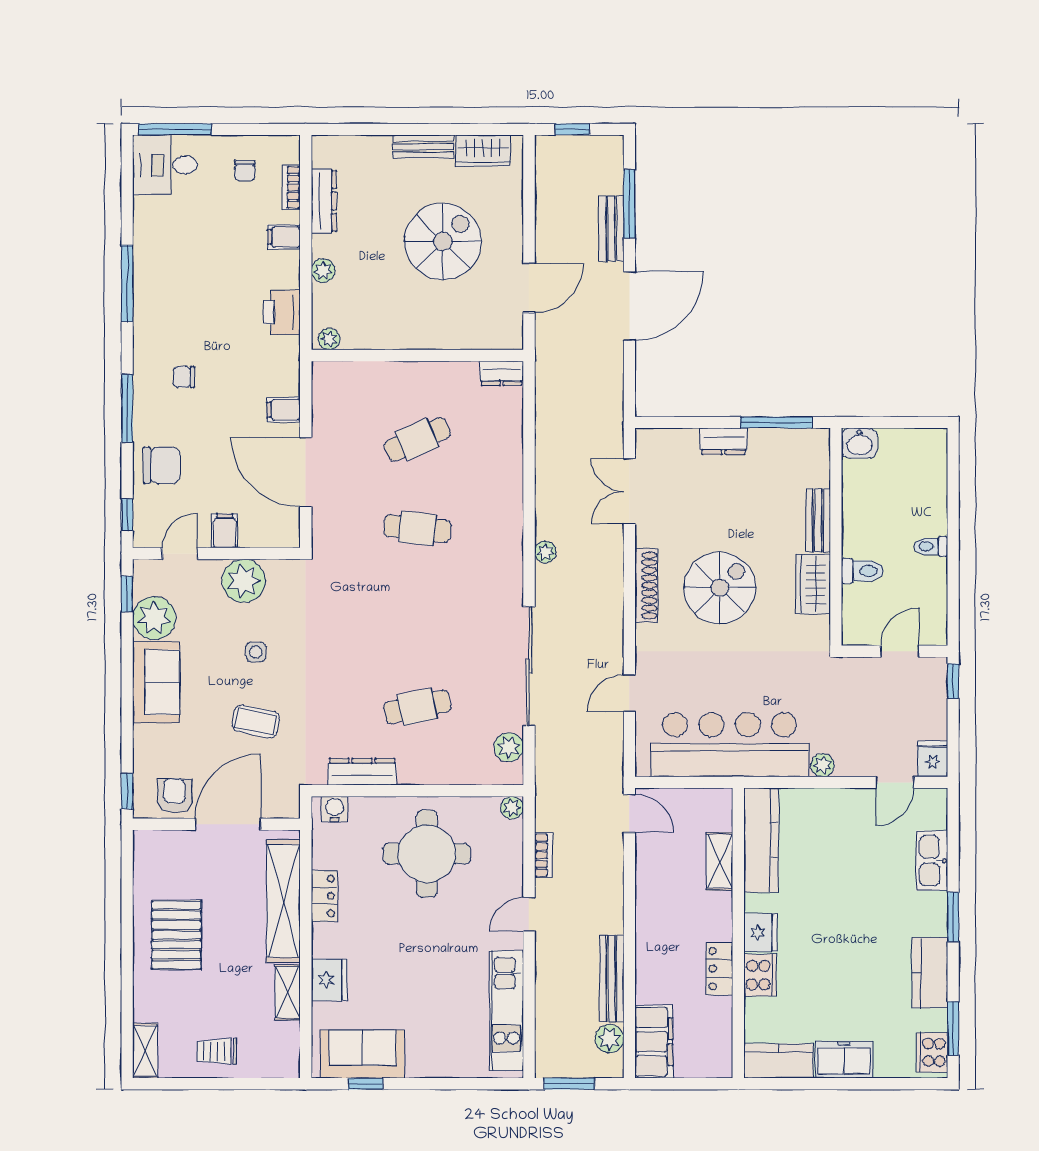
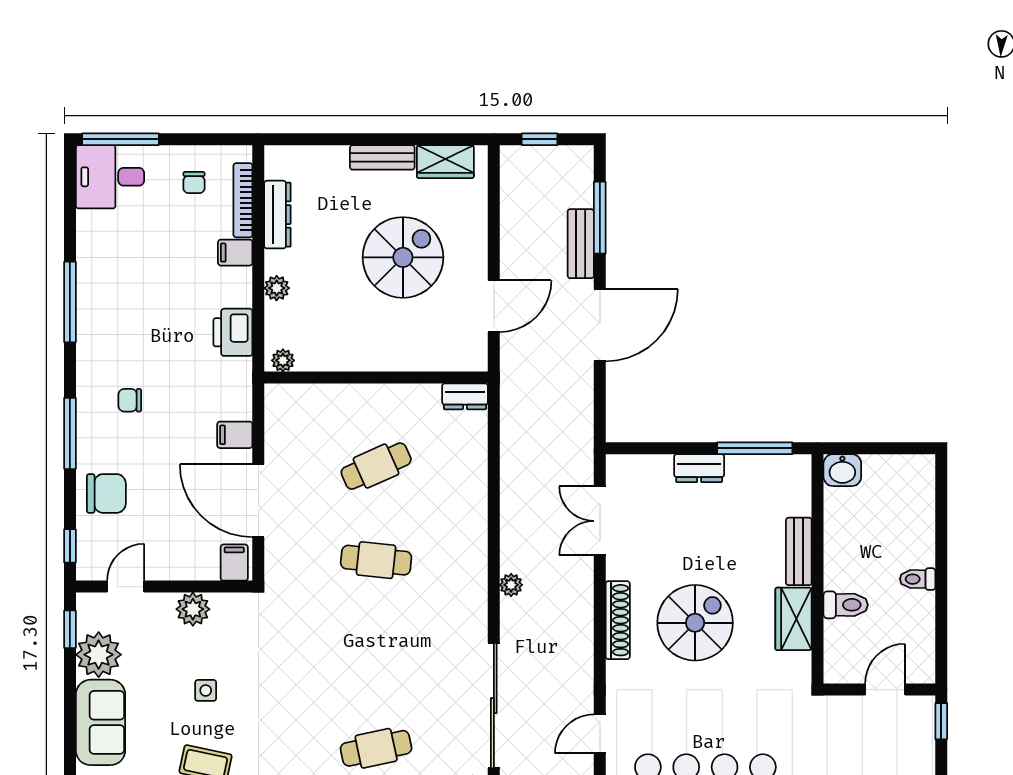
bookcase: (291, 187) -> (243, 200), width x1.56
filing cabinet: (225, 531) -> (234, 563), moved
plant: (244, 581) -> (193, 609), width x0.73, depth x0.73

